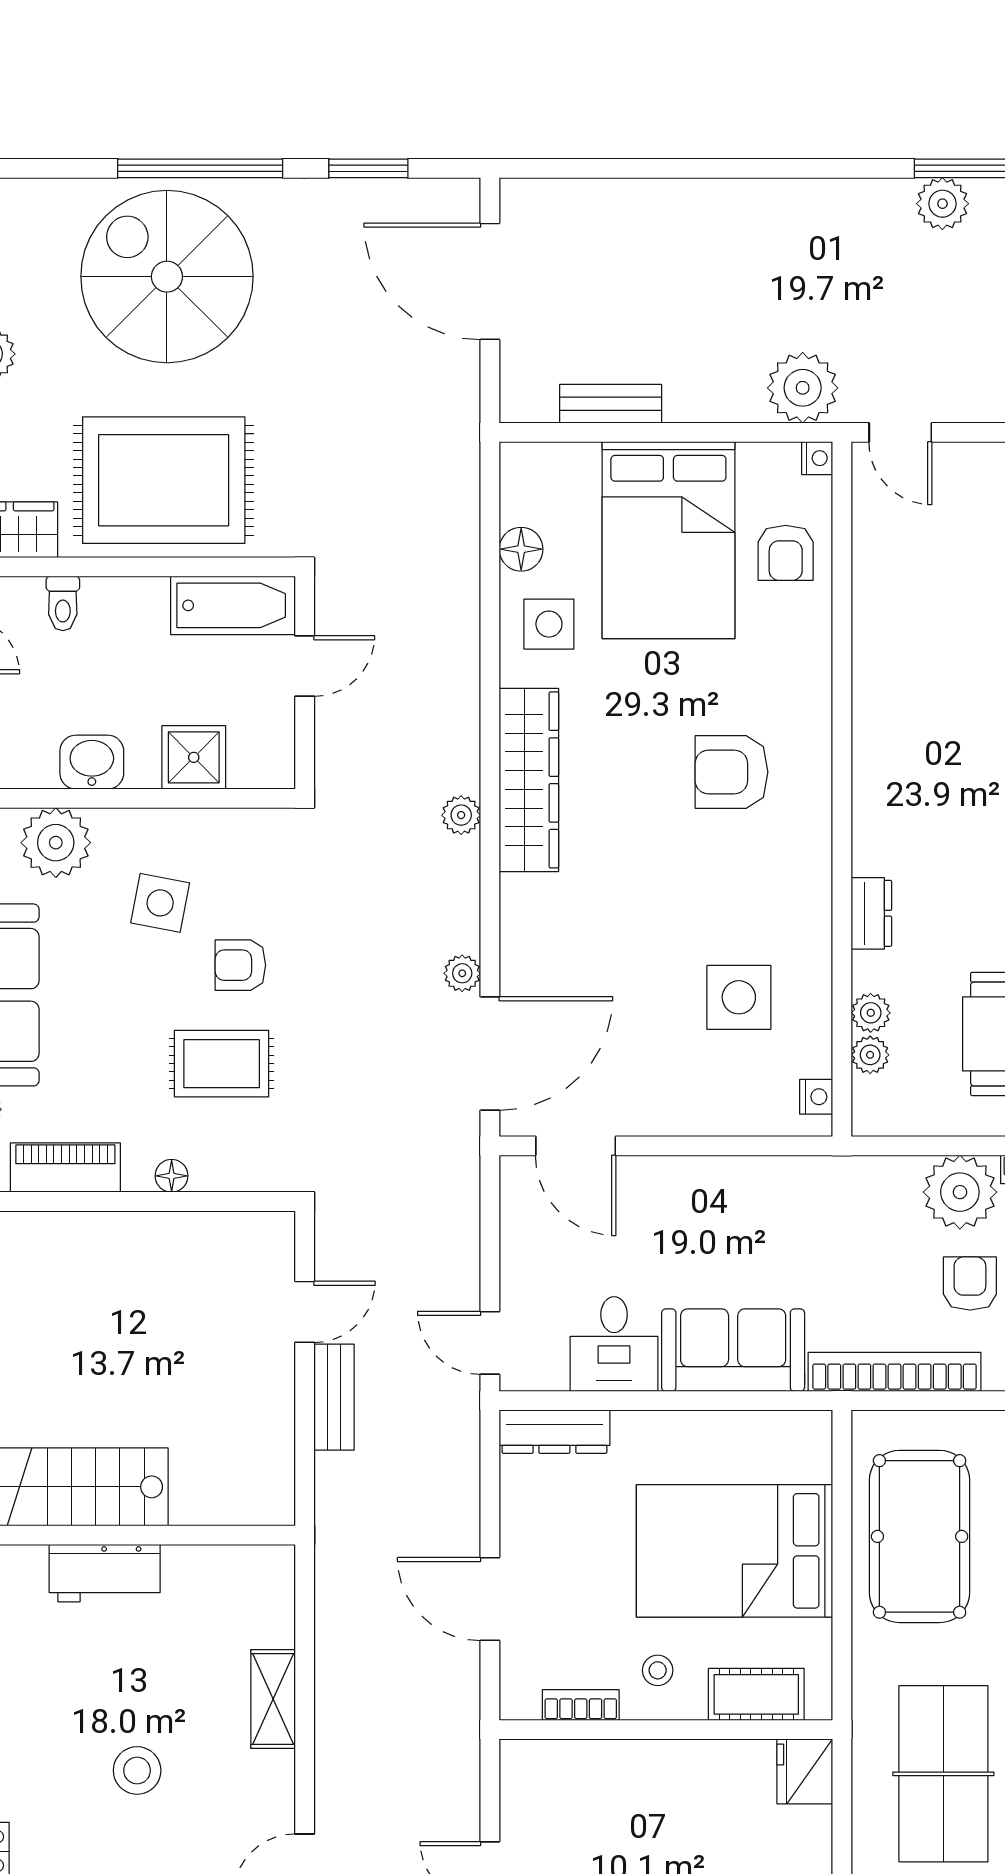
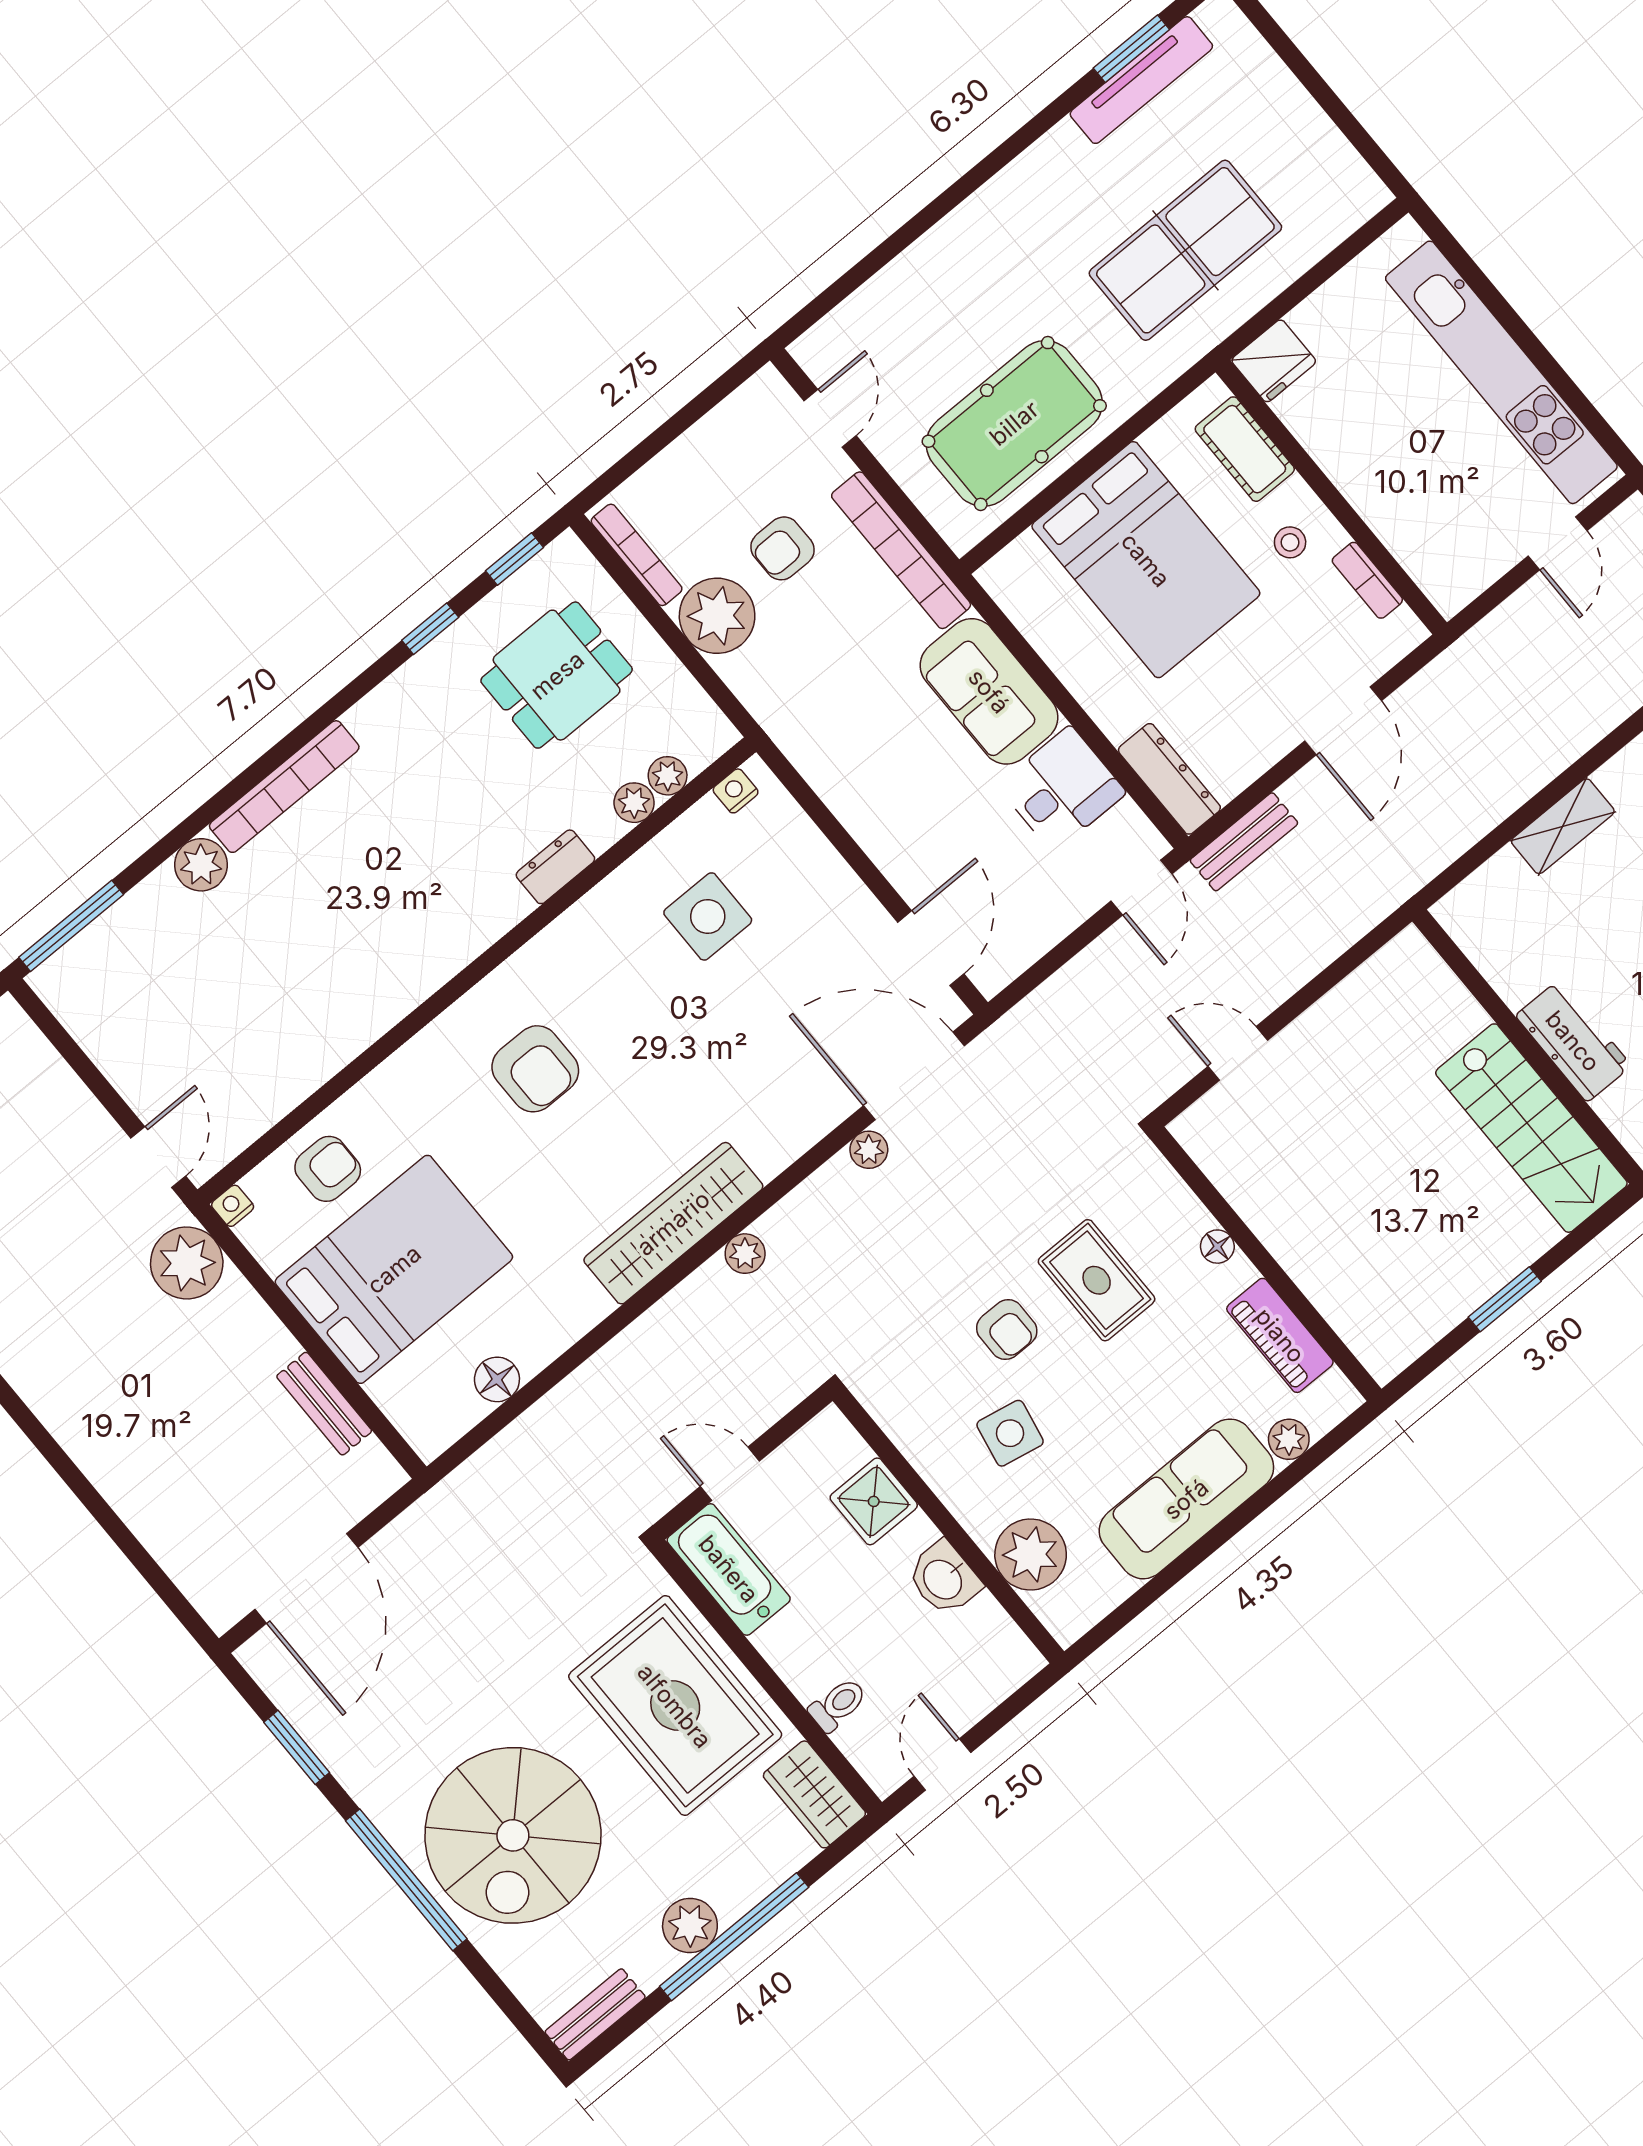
side table: (549, 624) -> (538, 1309), removed
bench: (334, 1397) -> (1244, 842), moved

